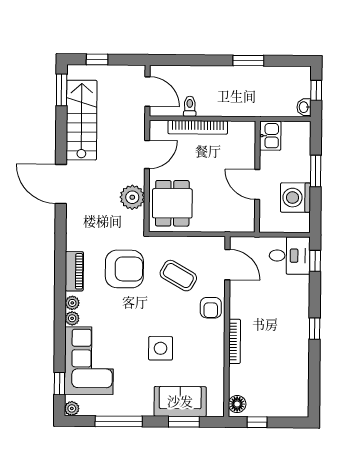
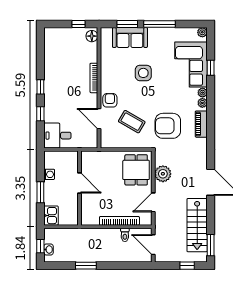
washbasin: (304, 107) -> (49, 249), moved
kitchen sink: (270, 136) -> (51, 216), moved, turned 180
washing machine: (295, 198) -> (49, 174), width x0.53, depth x0.53
window: (315, 261) -> (40, 114), moved
door: (227, 265) -> (99, 119), moved
window: (59, 384) -> (211, 68), moved
window: (119, 421) -> (159, 24), moved

